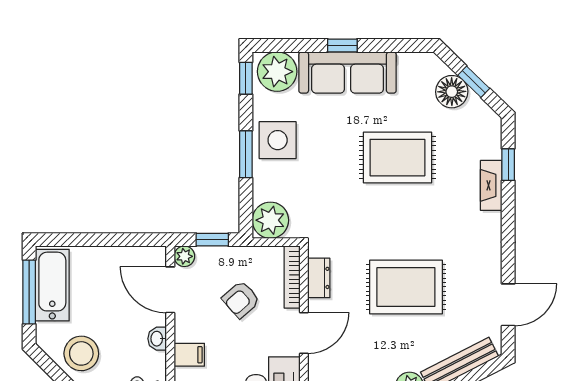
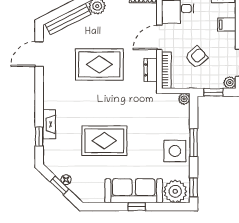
floor lamp: (452, 92) -> (66, 180), width x0.53, depth x0.53
plant: (270, 220) -> (184, 99), width x0.53, depth x0.53

